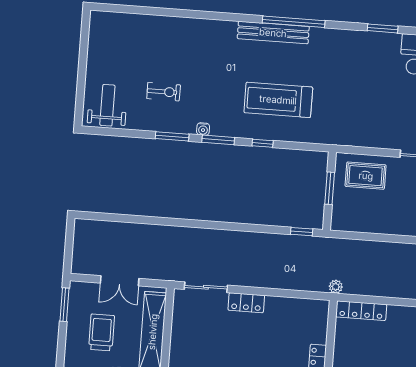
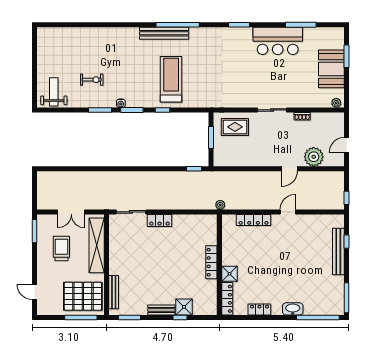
treadmill: (278, 100) -> (171, 79), turned 90
locker: (361, 311) -> (254, 220), moved

